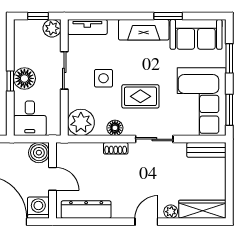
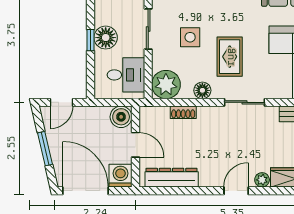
rug: (140, 96) -> (230, 57), turned 90
desk: (30, 118) -> (126, 75), moved, turned -90
shoe rack: (116, 148) -> (183, 112), moved

